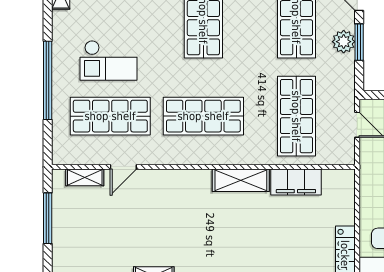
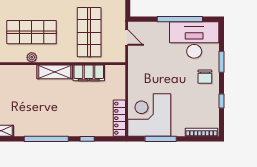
plant: (204, 157) -> (32, 57), added

